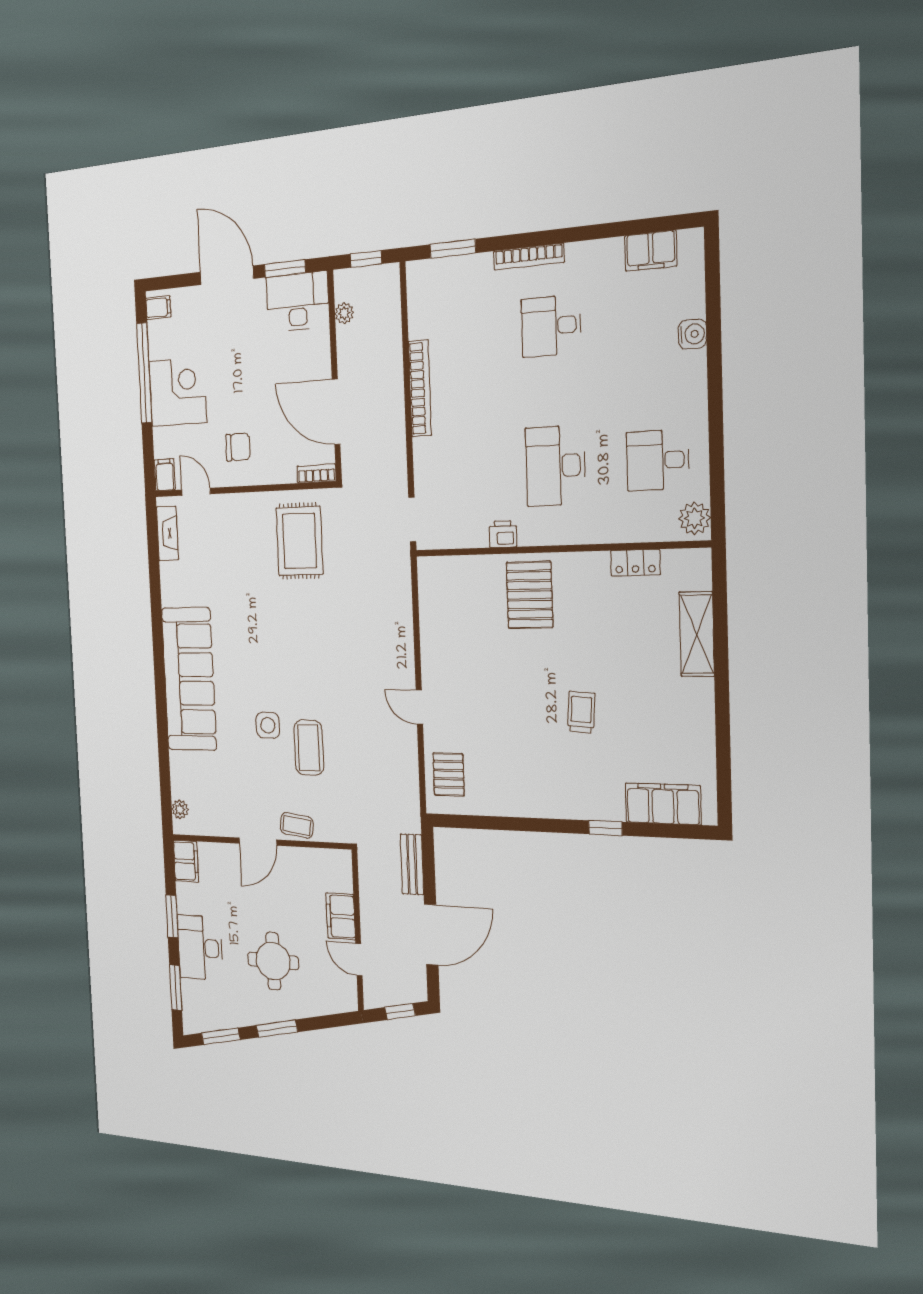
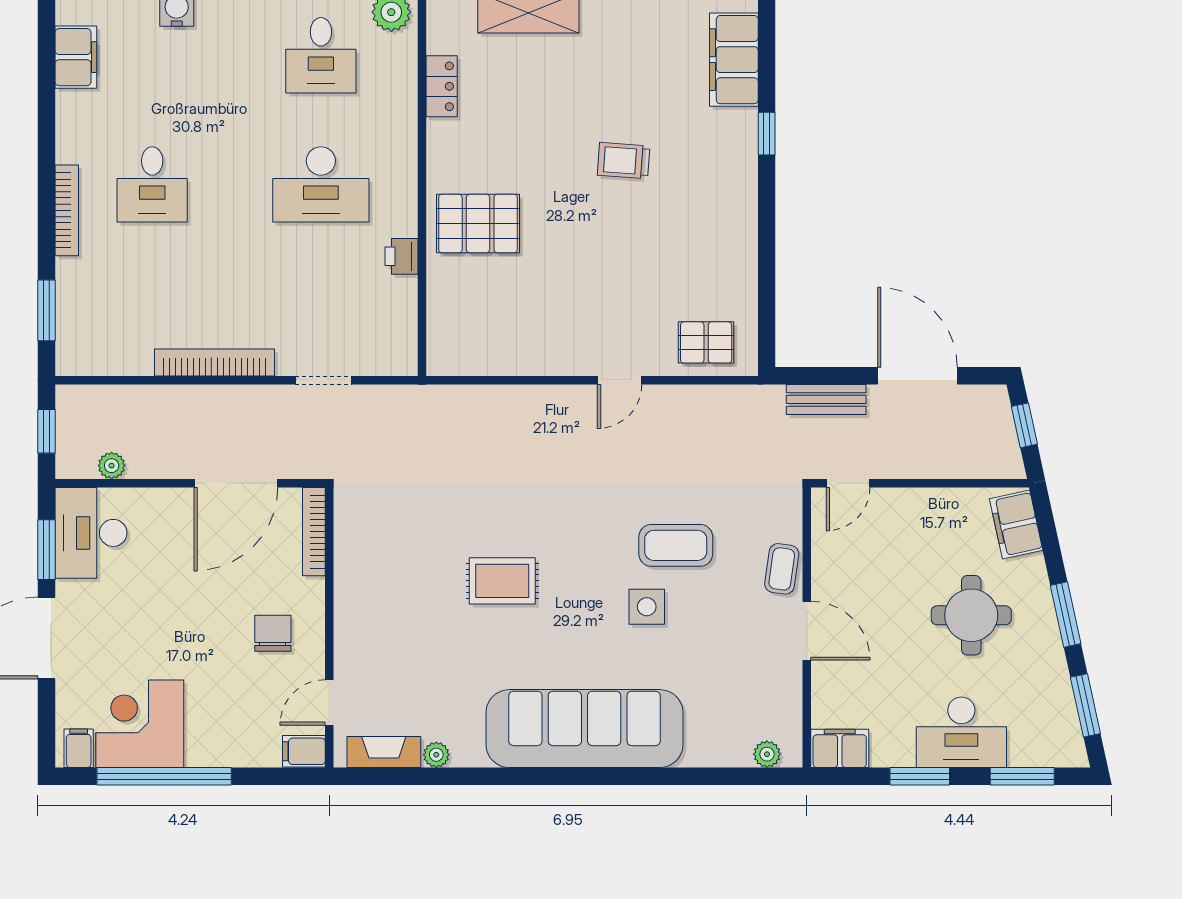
corner desk: (178, 392) -> (140, 724), moved
bookcase: (317, 474) -> (314, 532), width x1.56
doorway: (412, 520) -> (323, 380), moved
rug: (299, 541) -> (502, 581), moved, width x0.73, depth x0.70
plant: (168, 572) -> (436, 755), added
filing cabinet: (341, 916) -> (1016, 524), moved, turned 78
door: (359, 960) -> (848, 483), moved

